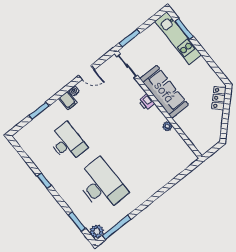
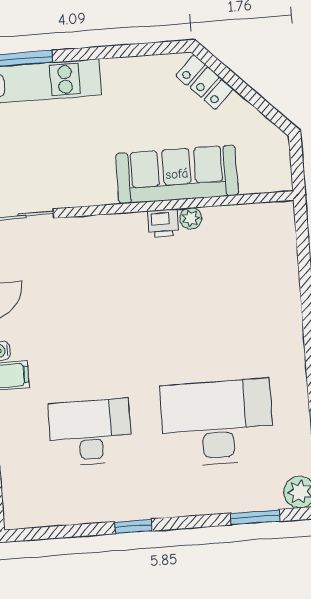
sofa: (164, 92) -> (177, 174), moved
printer: (147, 102) -> (163, 223), moved

